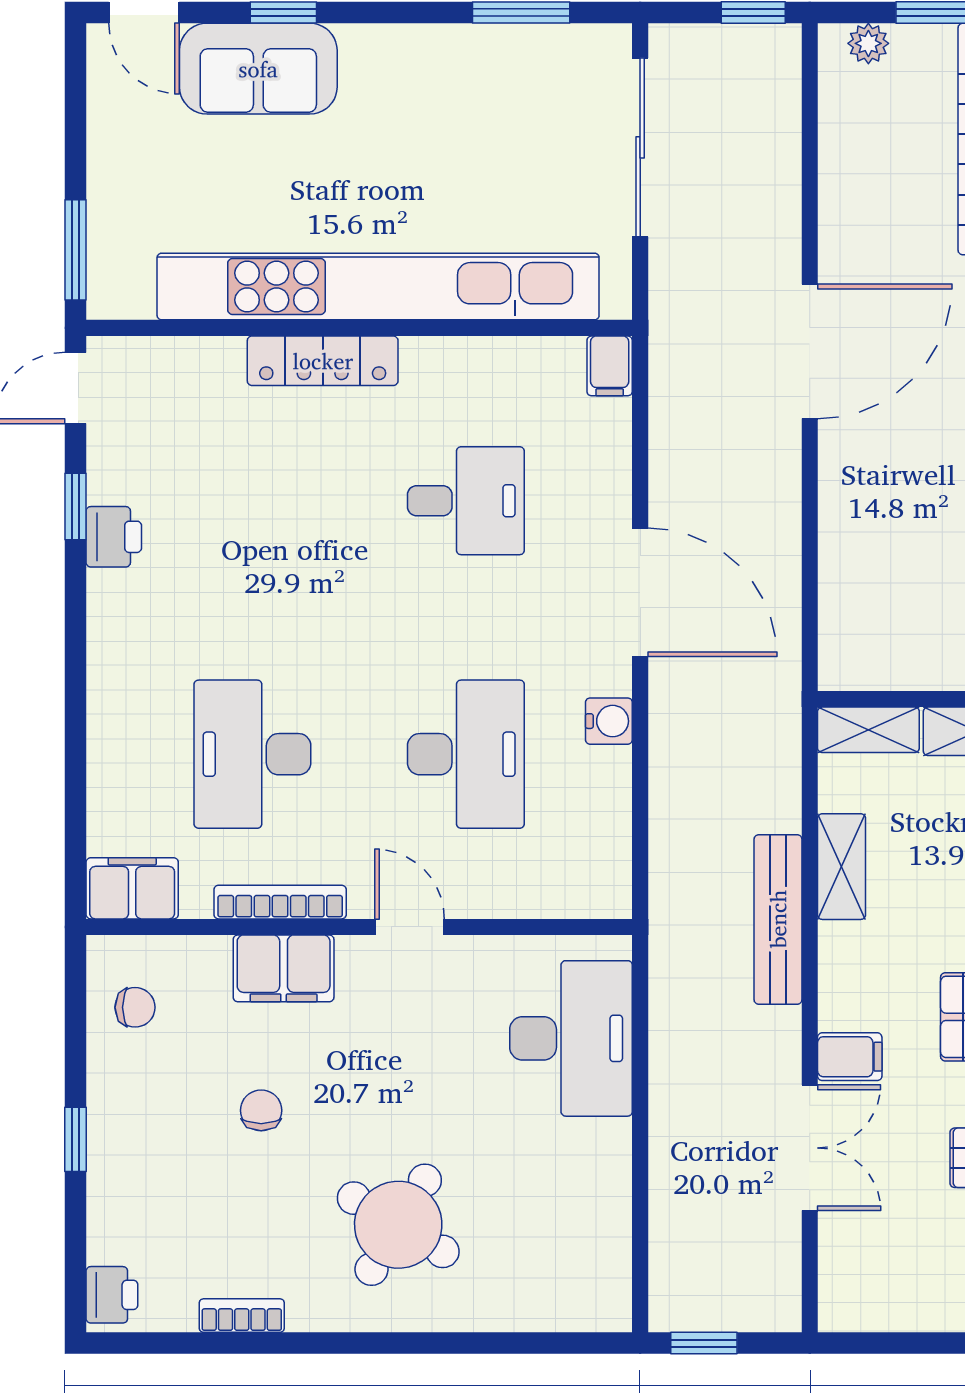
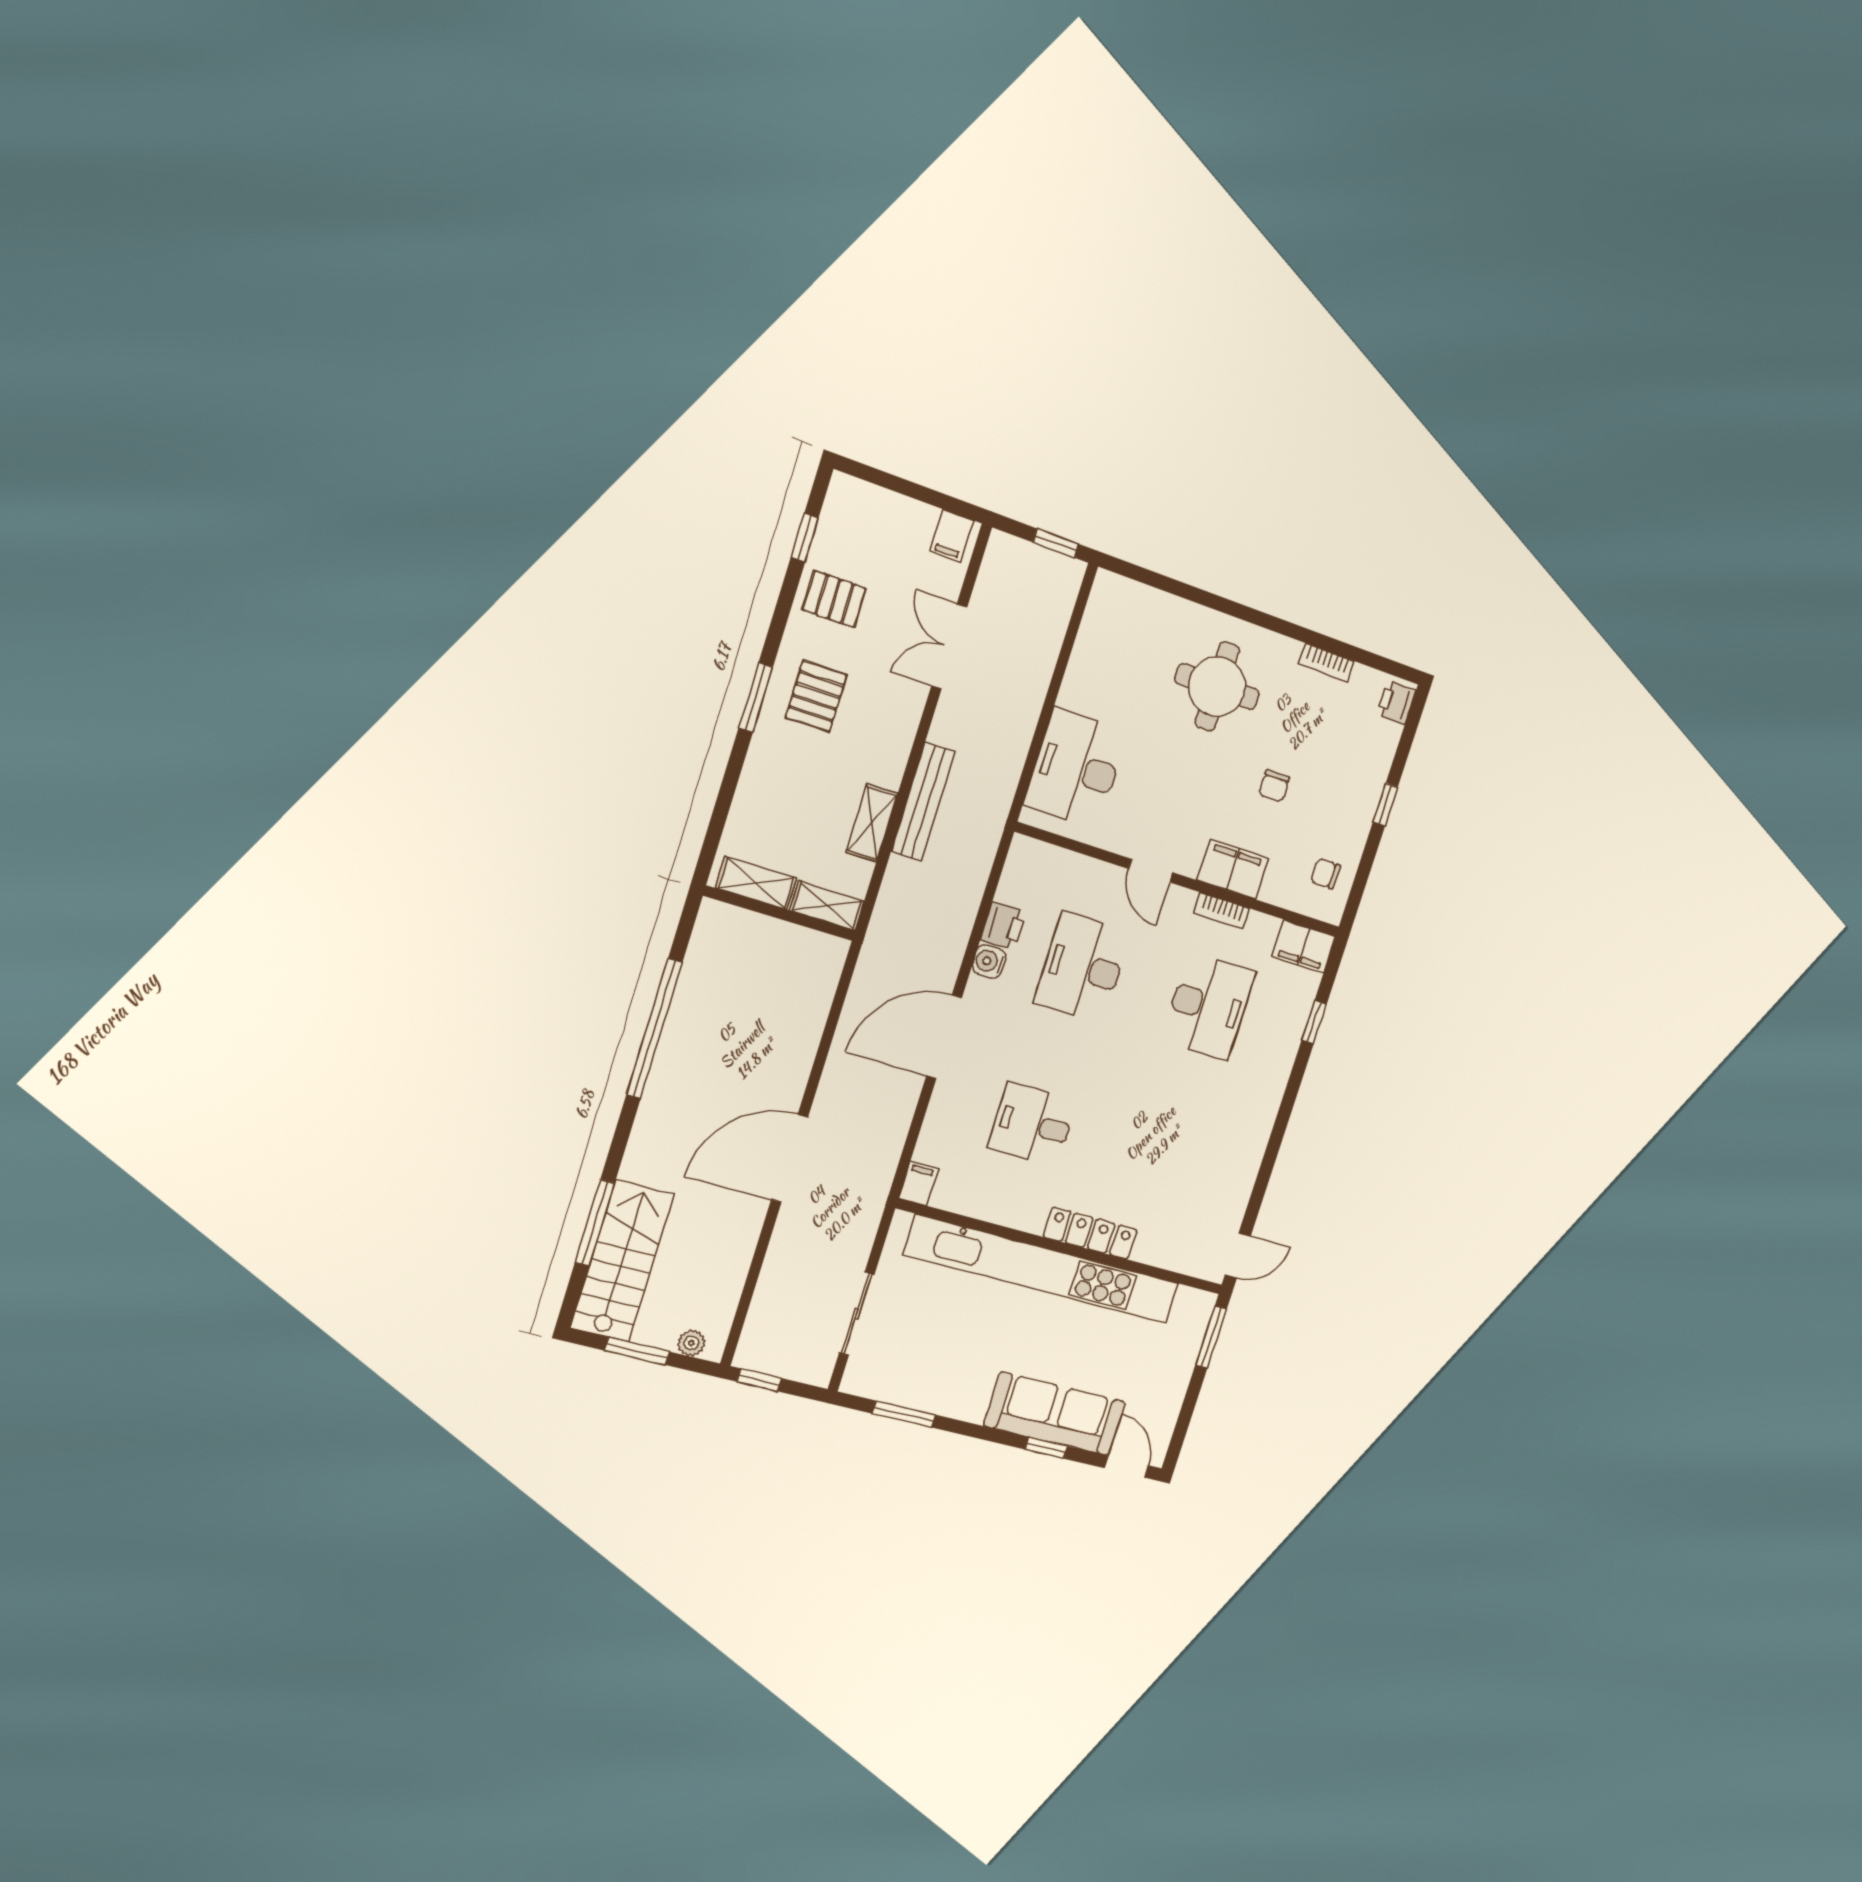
sofa: (258, 69) -> (1055, 1414), width x1.36
sliding door: (640, 147) -> (857, 1314), width x0.73
window: (76, 506) -> (1314, 1022), moved
printer: (114, 537) -> (1003, 926), moved, turned 180
door: (640, 592) -> (944, 1037), hinge flipped
bookcase: (280, 902) -> (1222, 911), width x0.64
filing cabinet: (850, 1057) -> (952, 536), moved, turned -90
round table: (398, 1225) -> (1217, 686), turned -31

